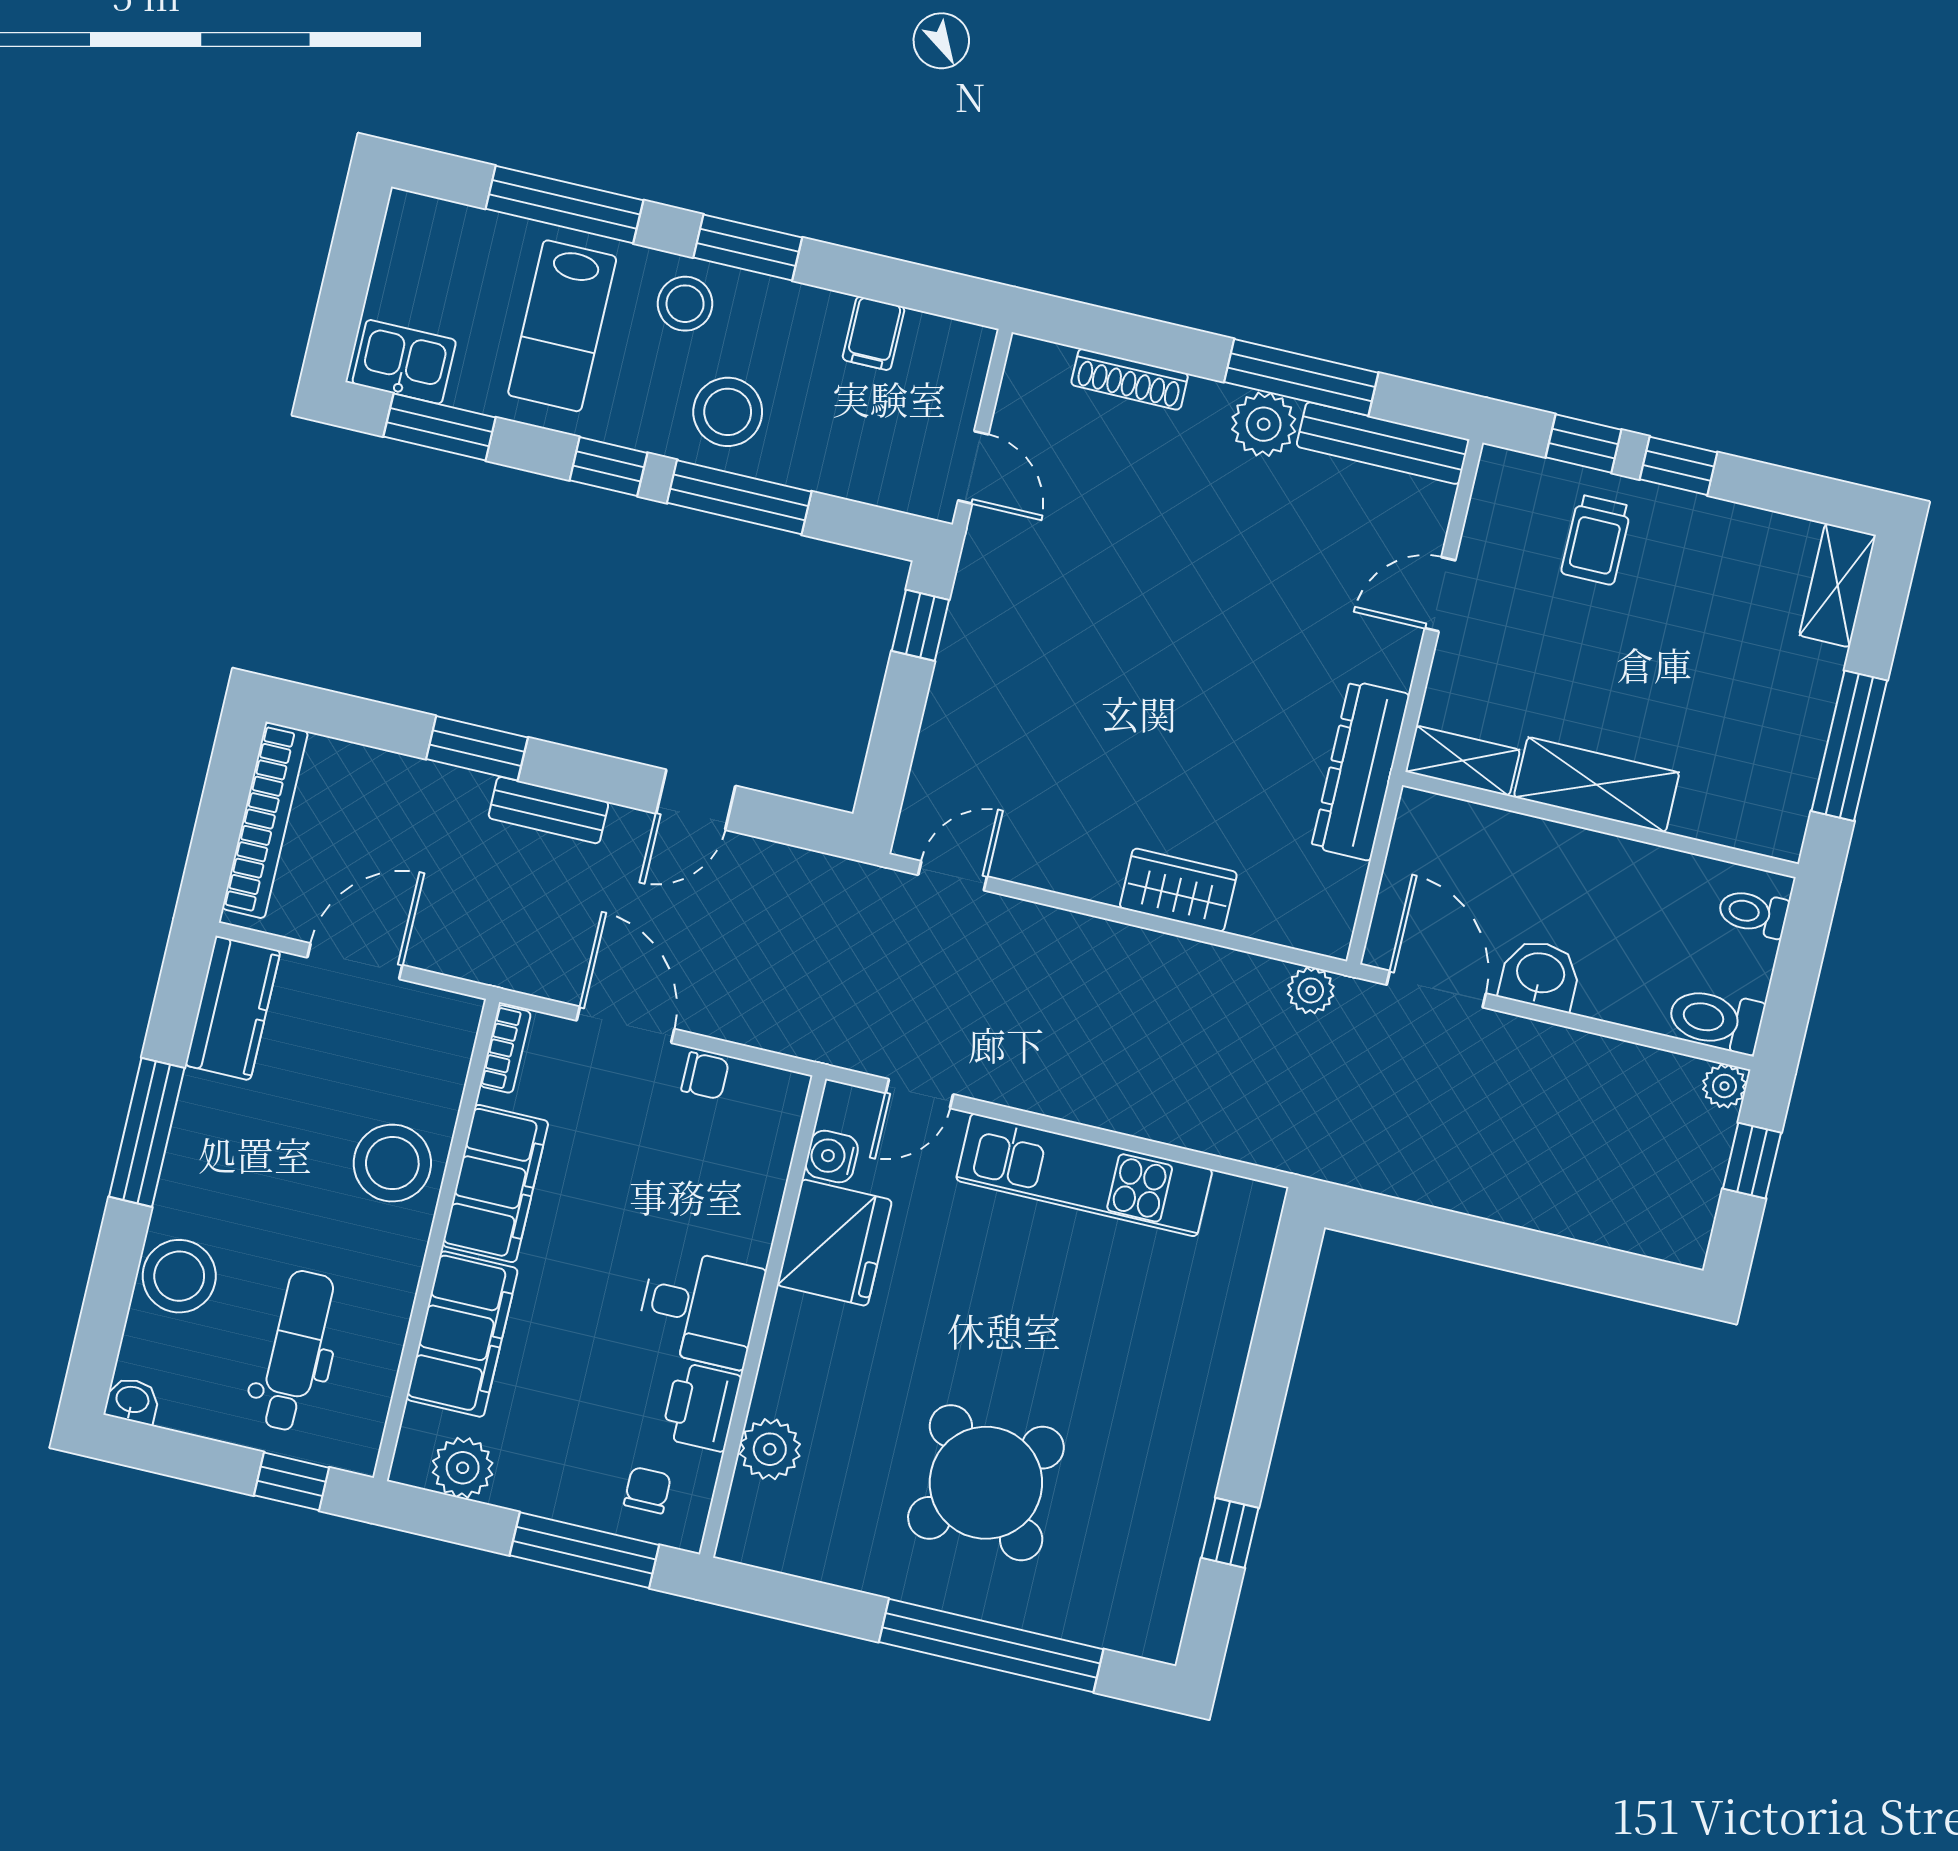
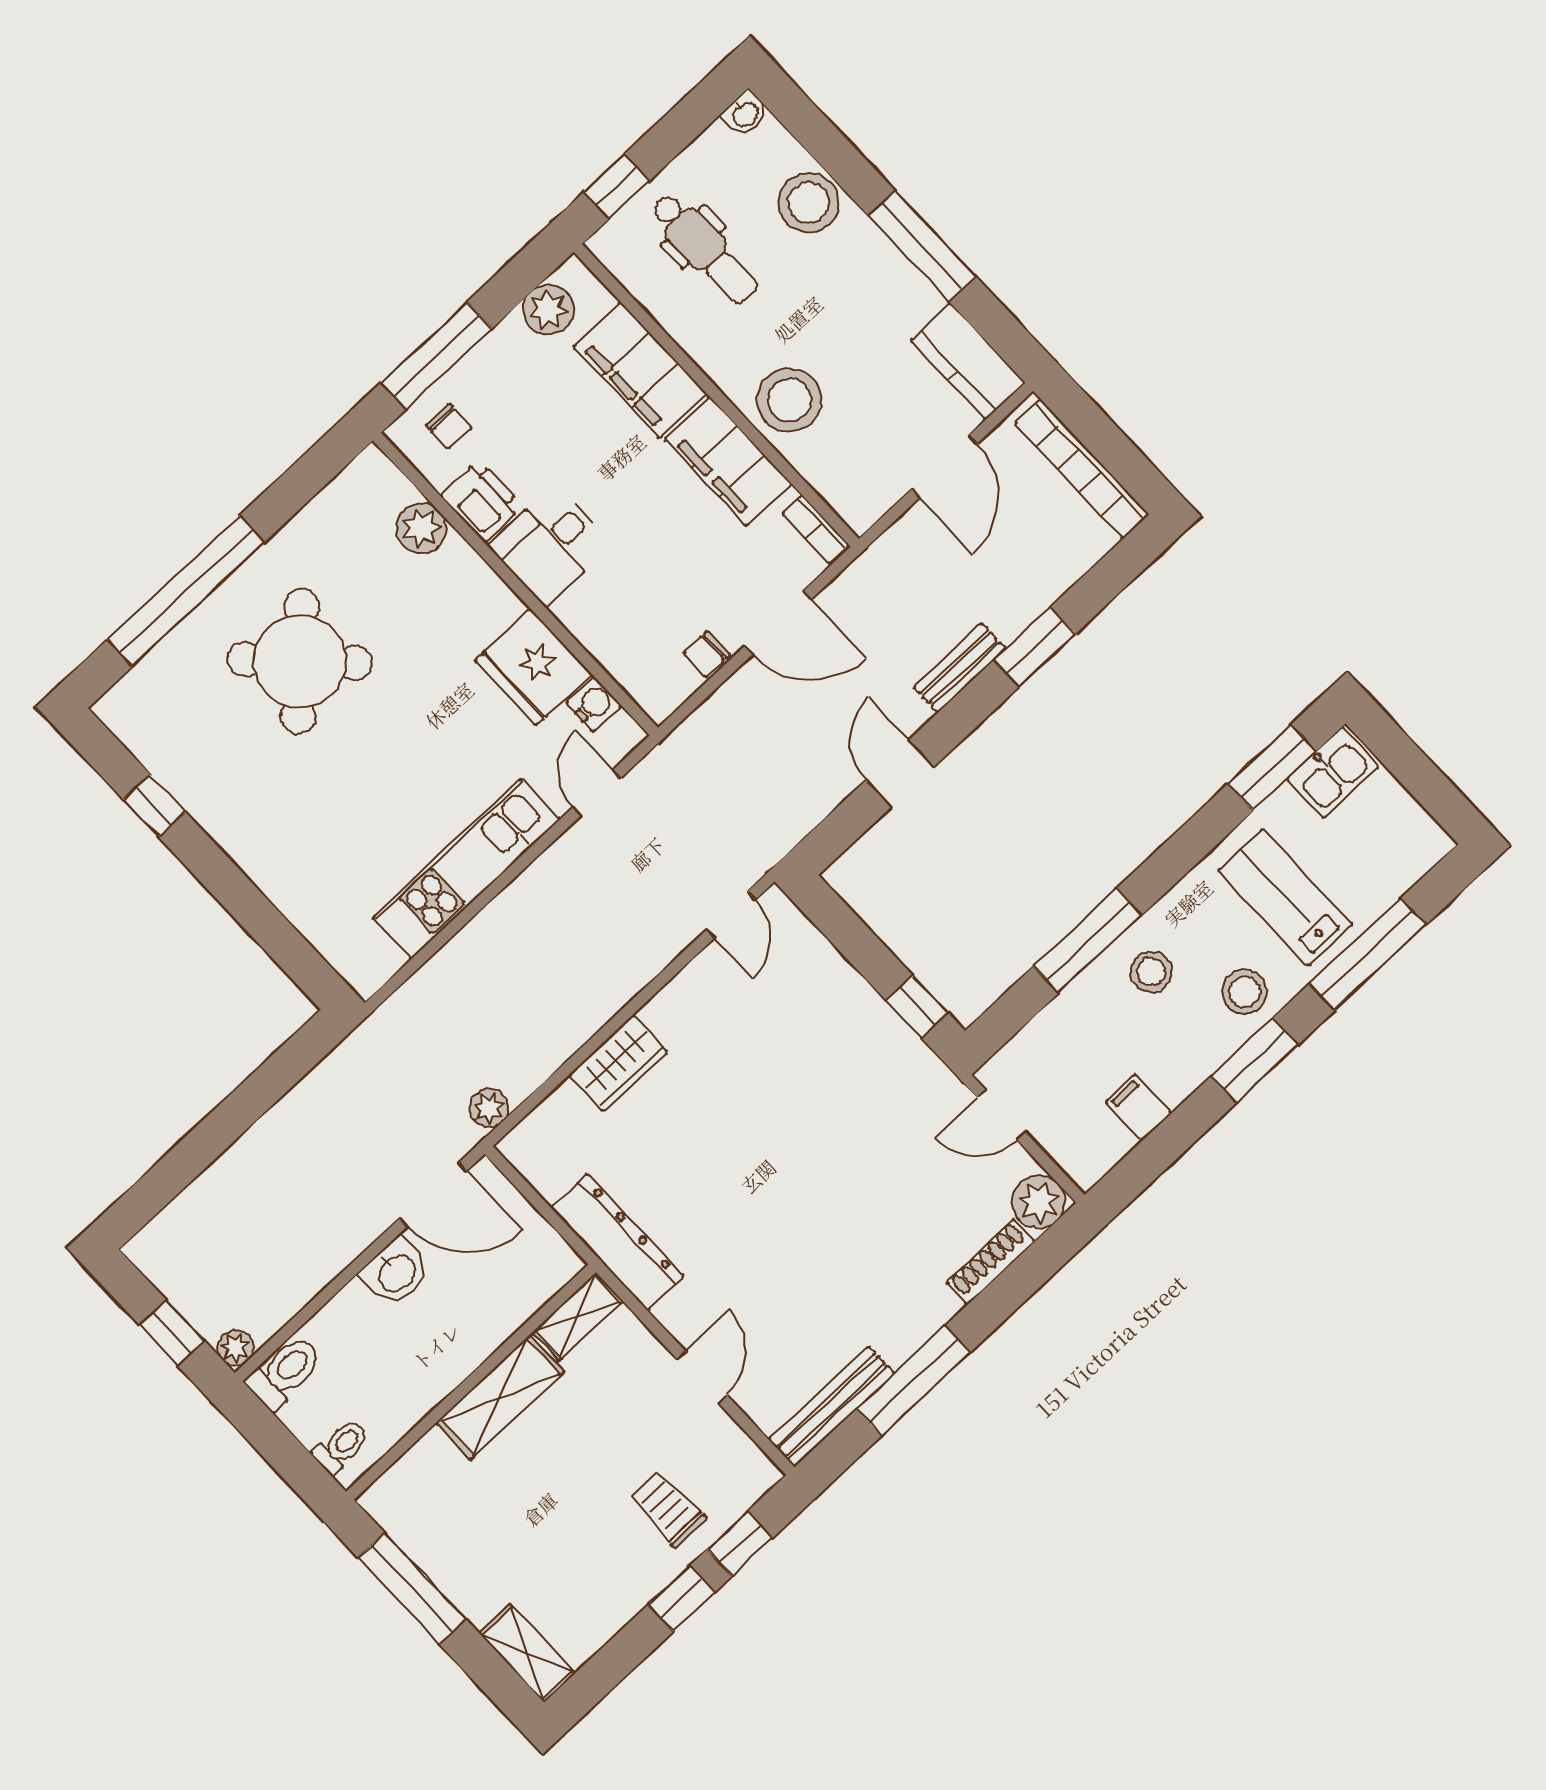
stool: (728, 412) -> (1151, 972), width x0.73, depth x0.73
plant: (1264, 424) -> (1039, 1202), moved
window: (608, 467) -> (1168, 865), removed

